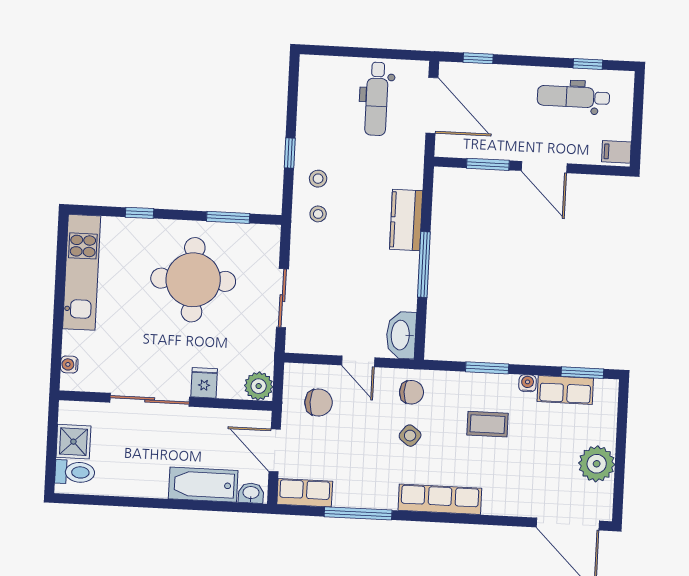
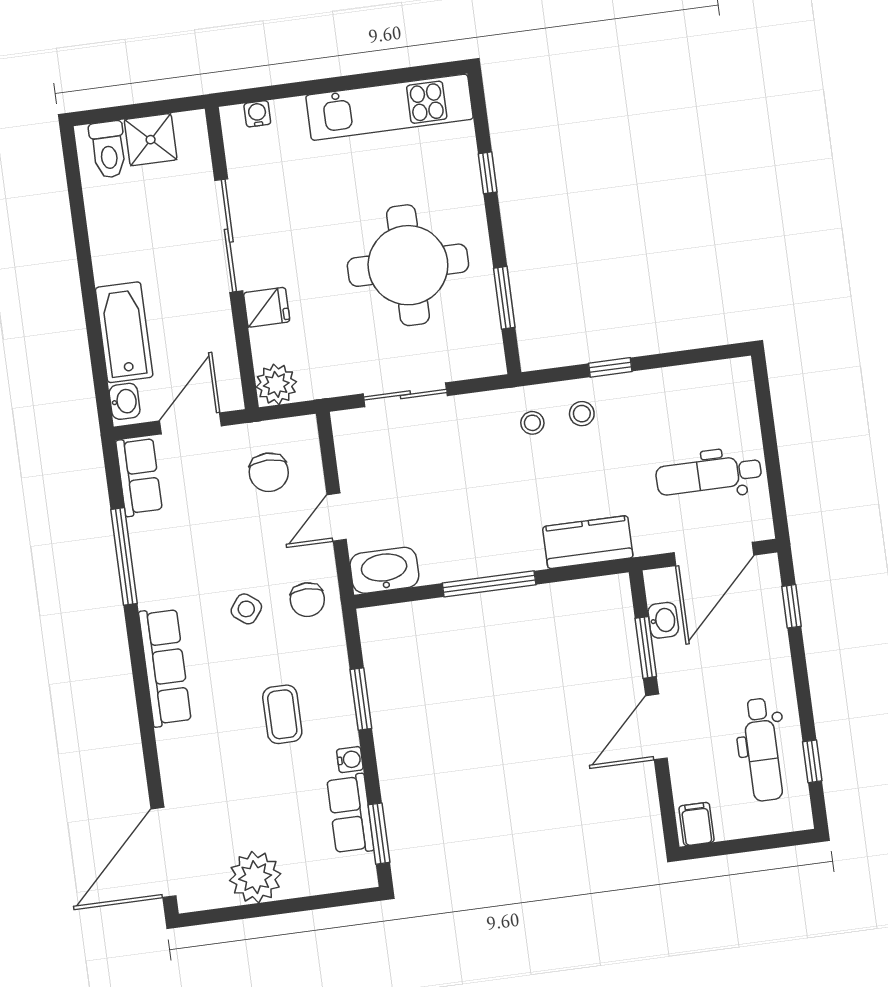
dental chair: (573, 97) -> (762, 750), turned 180
washbasin: (471, 149) -> (663, 620), added
kitchen counter: (406, 220) -> (588, 542), moved

